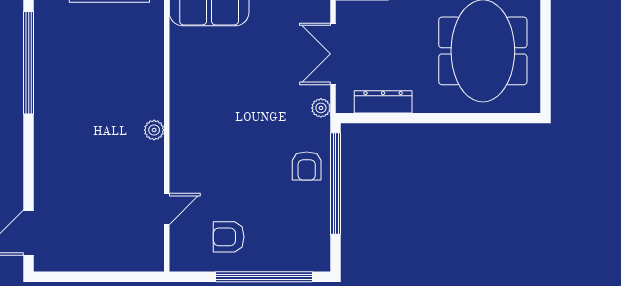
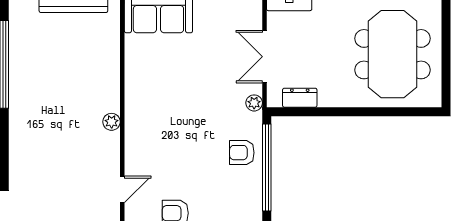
dresser: (383, 102) -> (300, 98), width x0.70
armchair: (307, 166) -> (242, 153), turned 90

